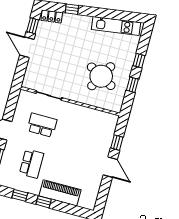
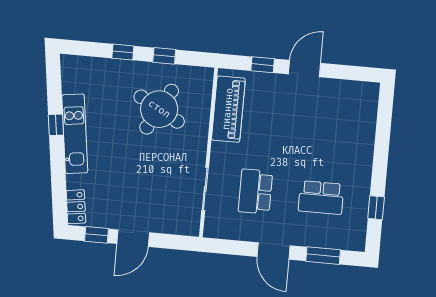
window: (72, 9) -> (56, 125), moved
kitchen unit: (116, 26) -> (75, 134), moved
school desk: (32, 164) -> (321, 198), turned 180
piano: (60, 193) -> (228, 109), moved, turned 180
window: (44, 202) -> (380, 167), removed

